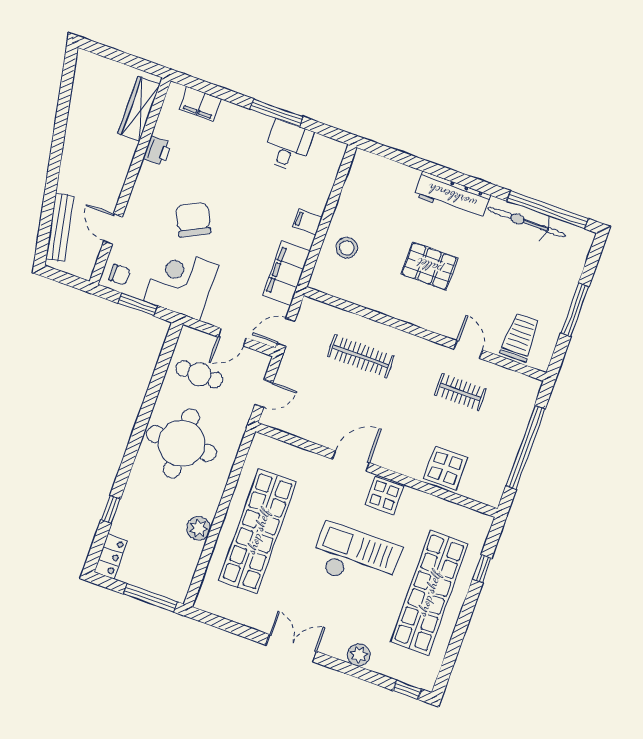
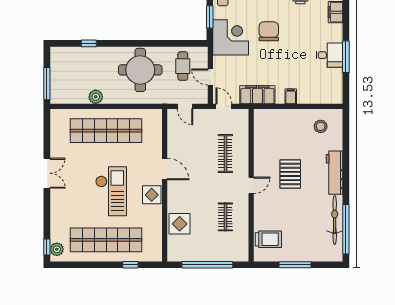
desk: (288, 146) -> (329, 55), moved
chair: (193, 220) -> (269, 31), turned -63
stool: (347, 248) -> (321, 126), moved
door: (468, 349) -> (251, 185), moved
locker: (111, 556) -> (62, 53), removed
plant: (359, 655) -> (57, 249), moved

